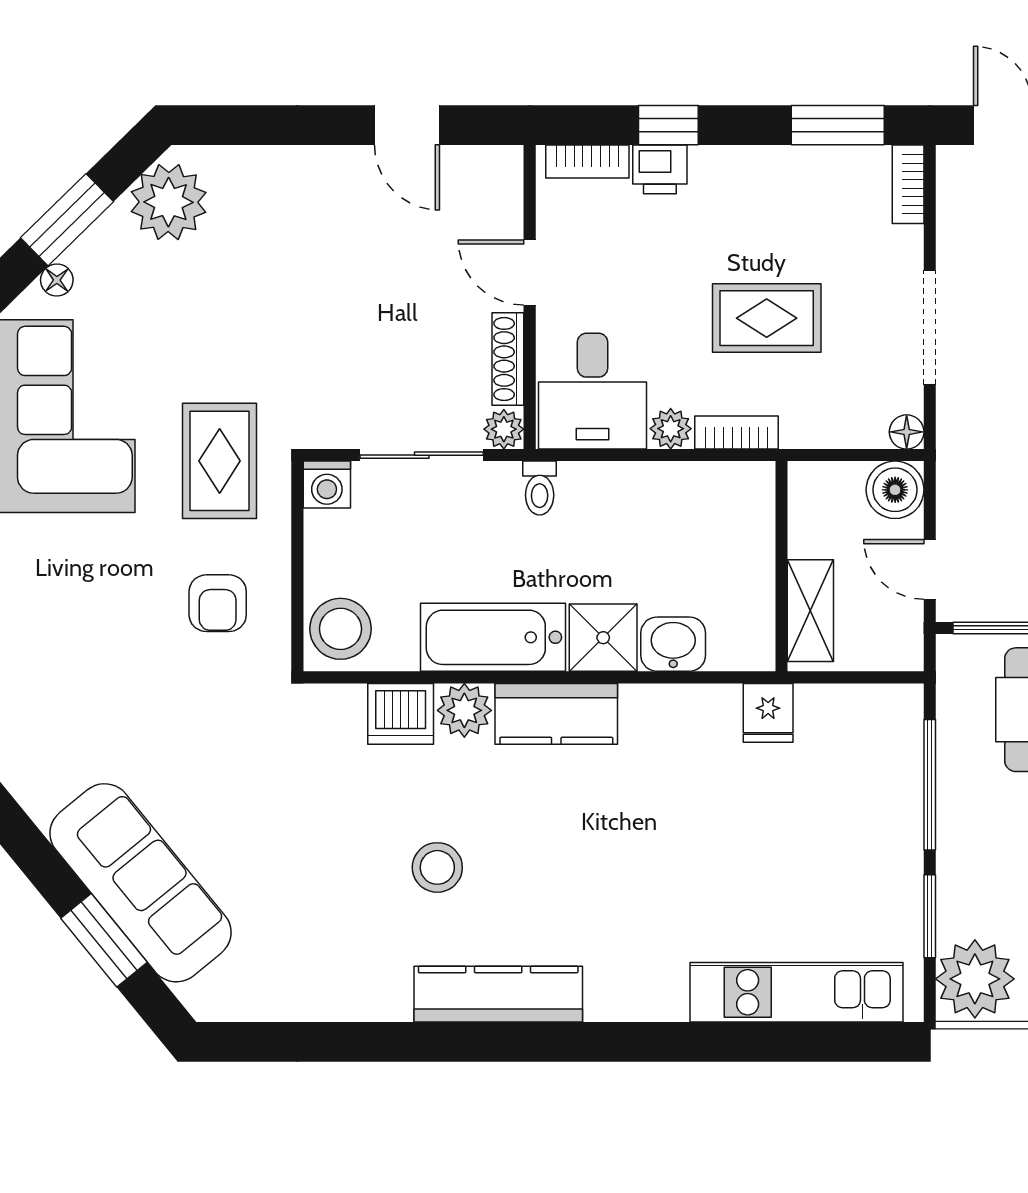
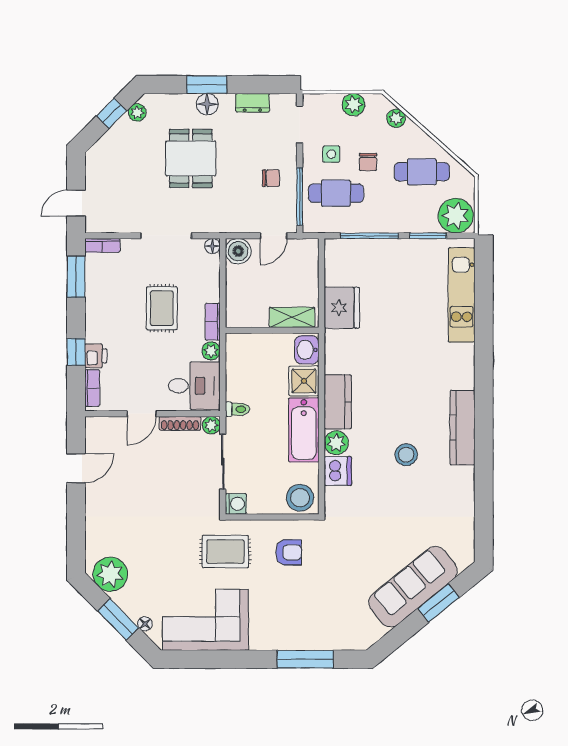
wall: (782, 566) -> (272, 330), moved
shelving: (810, 611) -> (292, 317), moved
fridge: (768, 713) -> (342, 308), width x1.88, depth x1.34

